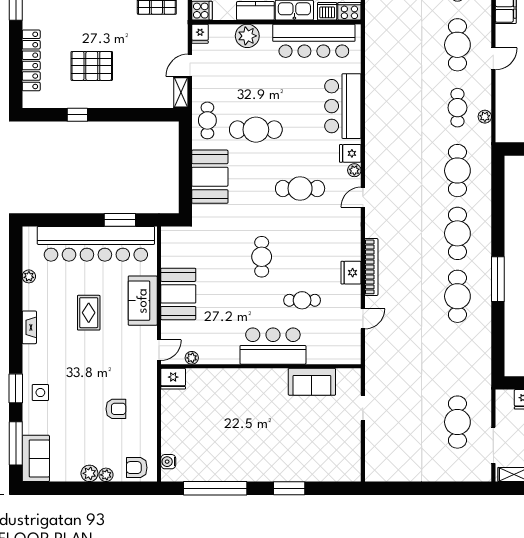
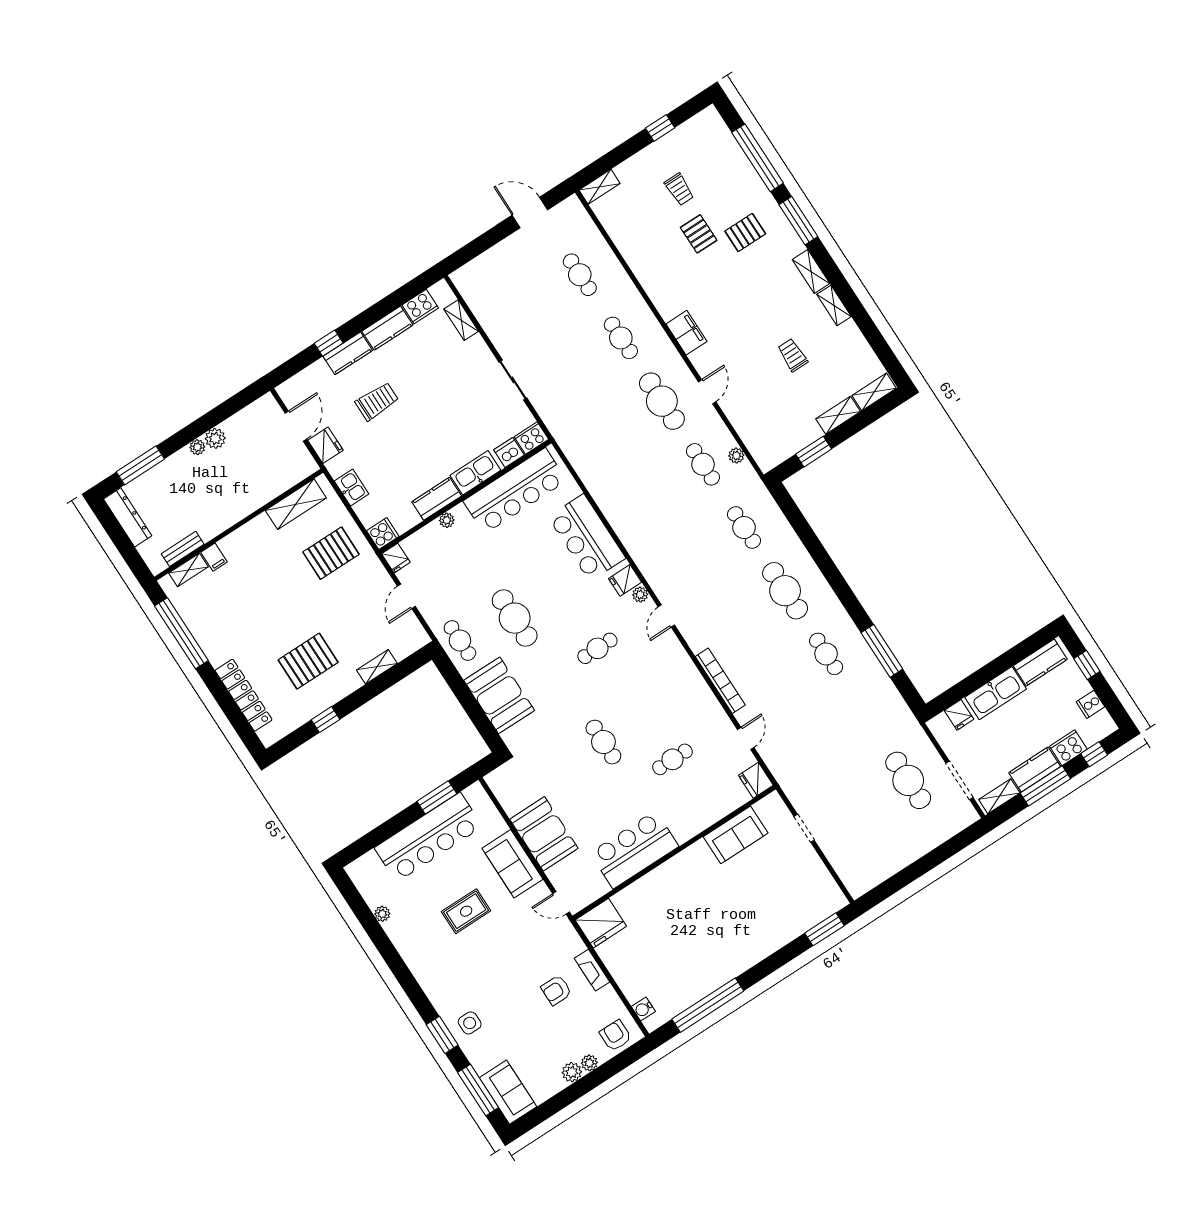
plant: (247, 36) -> (447, 520), width x0.53, depth x0.53
shelving: (181, 92) -> (377, 667), moved, turned 90
cafe table: (256, 130) -> (515, 618), turned 90
cafe table: (457, 171) -> (744, 528), width x0.73, depth x0.74
cafe table: (300, 188) -> (597, 648), width x0.73, depth x0.74
bar counter: (96, 244) -> (428, 837), width x0.73
fridge: (351, 273) -> (756, 780), moved
window: (498, 279) -> (882, 651), moved
cafe table: (457, 296) -> (826, 654), width x0.73, depth x0.74
rug: (89, 313) -> (466, 911), turned 90
fireplace: (29, 327) -> (592, 970), moved, turned 180
bar counter: (273, 346) -> (634, 850), moved
door: (159, 350) -> (561, 903), swing flipped
plant: (192, 358) -> (599, 889), removed
fridge: (173, 379) -> (601, 923), width x1.36, depth x1.34
armchair: (116, 409) -> (556, 990), turned 180
armchair: (137, 468) -> (615, 1036), turned 90
window: (289, 488) -> (825, 929), moved

